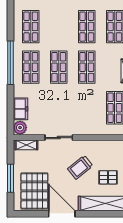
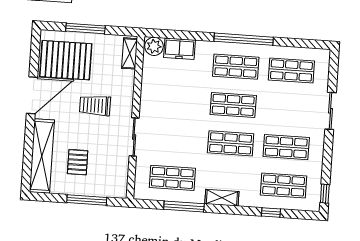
sliding door: (59, 138) -> (134, 137), moved
trolley: (80, 167) -> (95, 106), moved, turned -51

